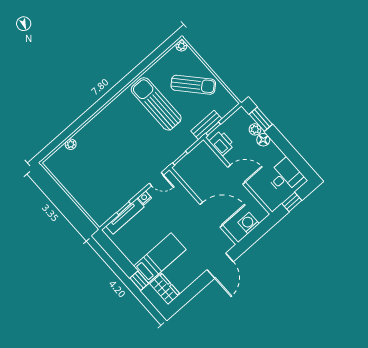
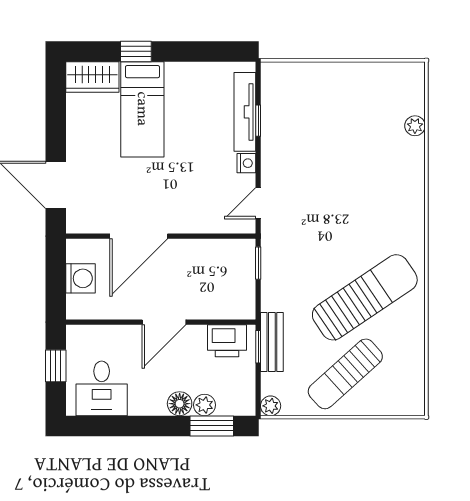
plant: (181, 46) -> (271, 406), moved
sun lounger: (156, 104) -> (365, 297), turned -34

